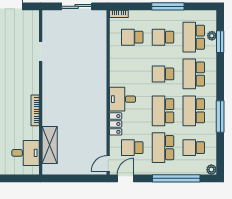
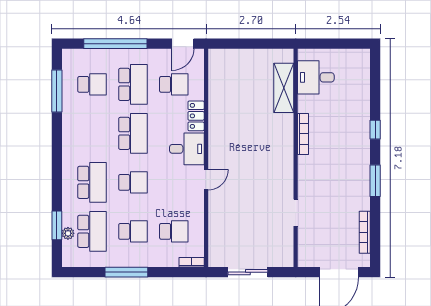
school desk: (194, 111) -> (92, 133), removed
window: (220, 116) -> (57, 91), moved
door: (108, 163) -> (206, 180), moved
plant: (211, 170) -> (69, 55), removed

